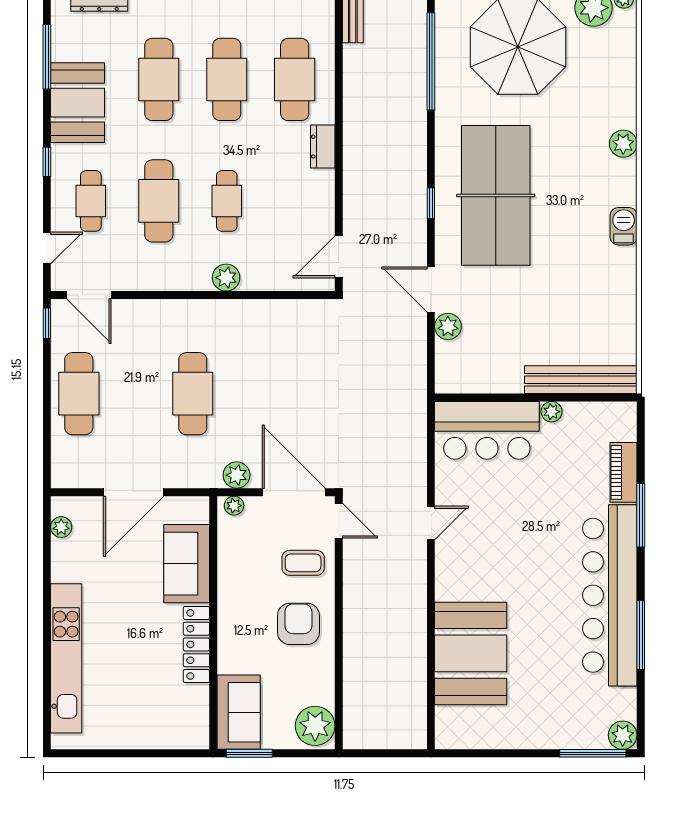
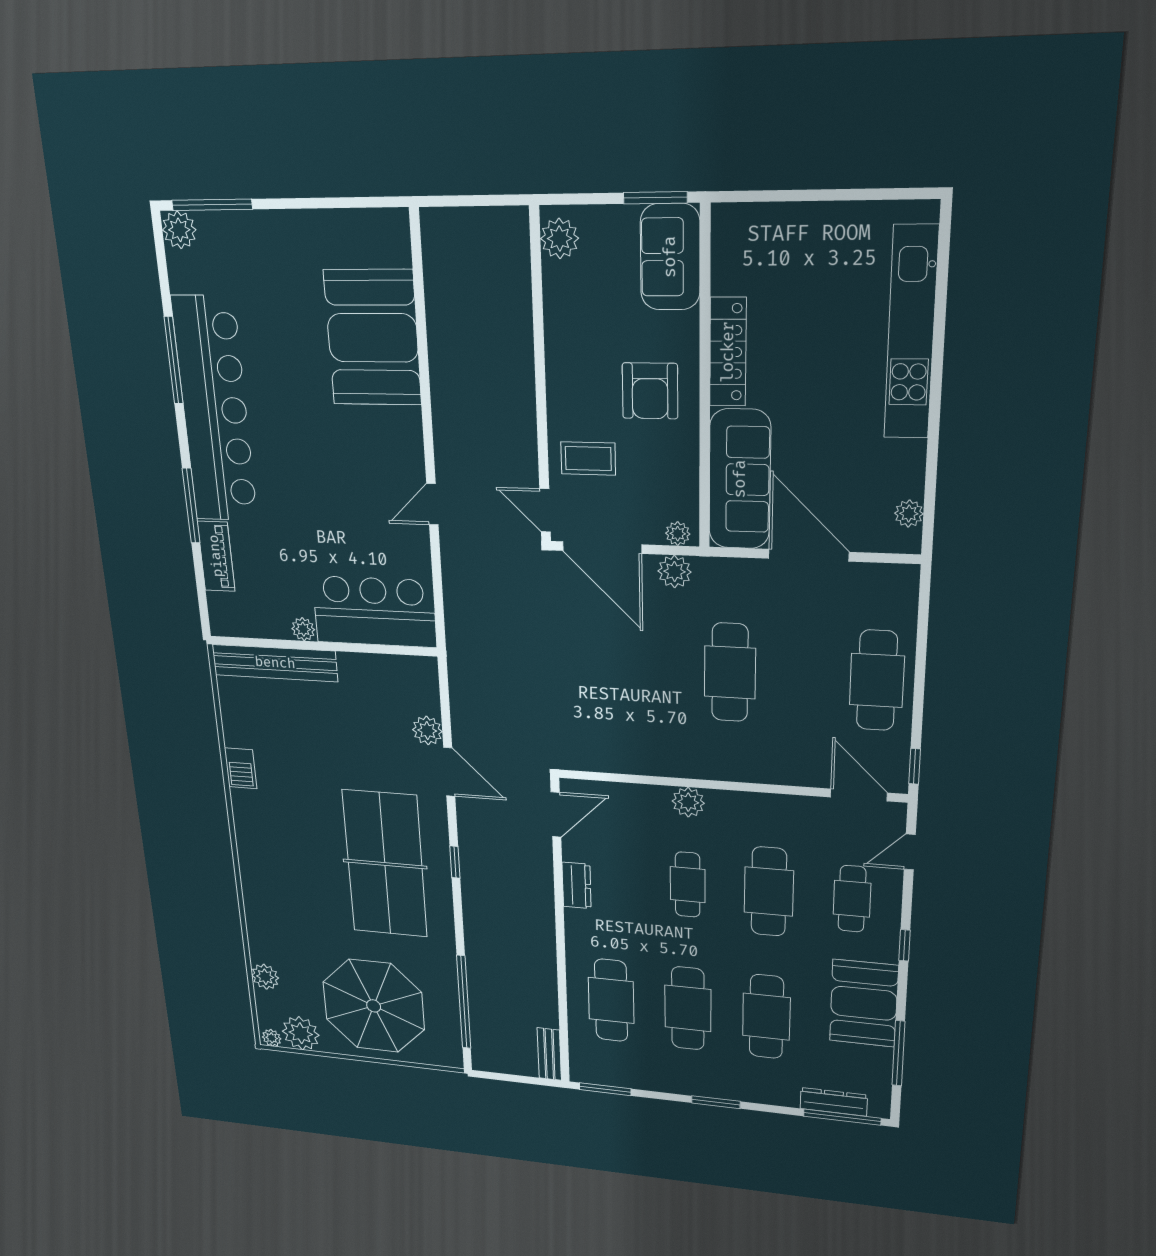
plant: (623, 144) -> (265, 977), moved
dresser: (323, 147) -> (577, 885), moved
barbecue: (624, 226) -> (241, 768), moved
door: (134, 492) -> (809, 555), hinge flipped
sofa: (187, 564) -> (740, 479), width x1.36
armchair: (298, 624) -> (650, 391), moved
plant: (315, 726) -> (560, 238), width x0.73, depth x0.73

